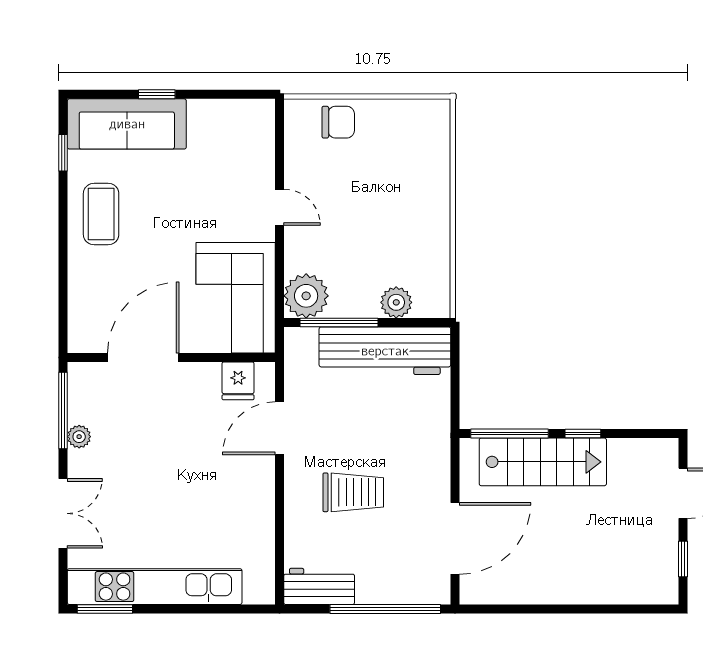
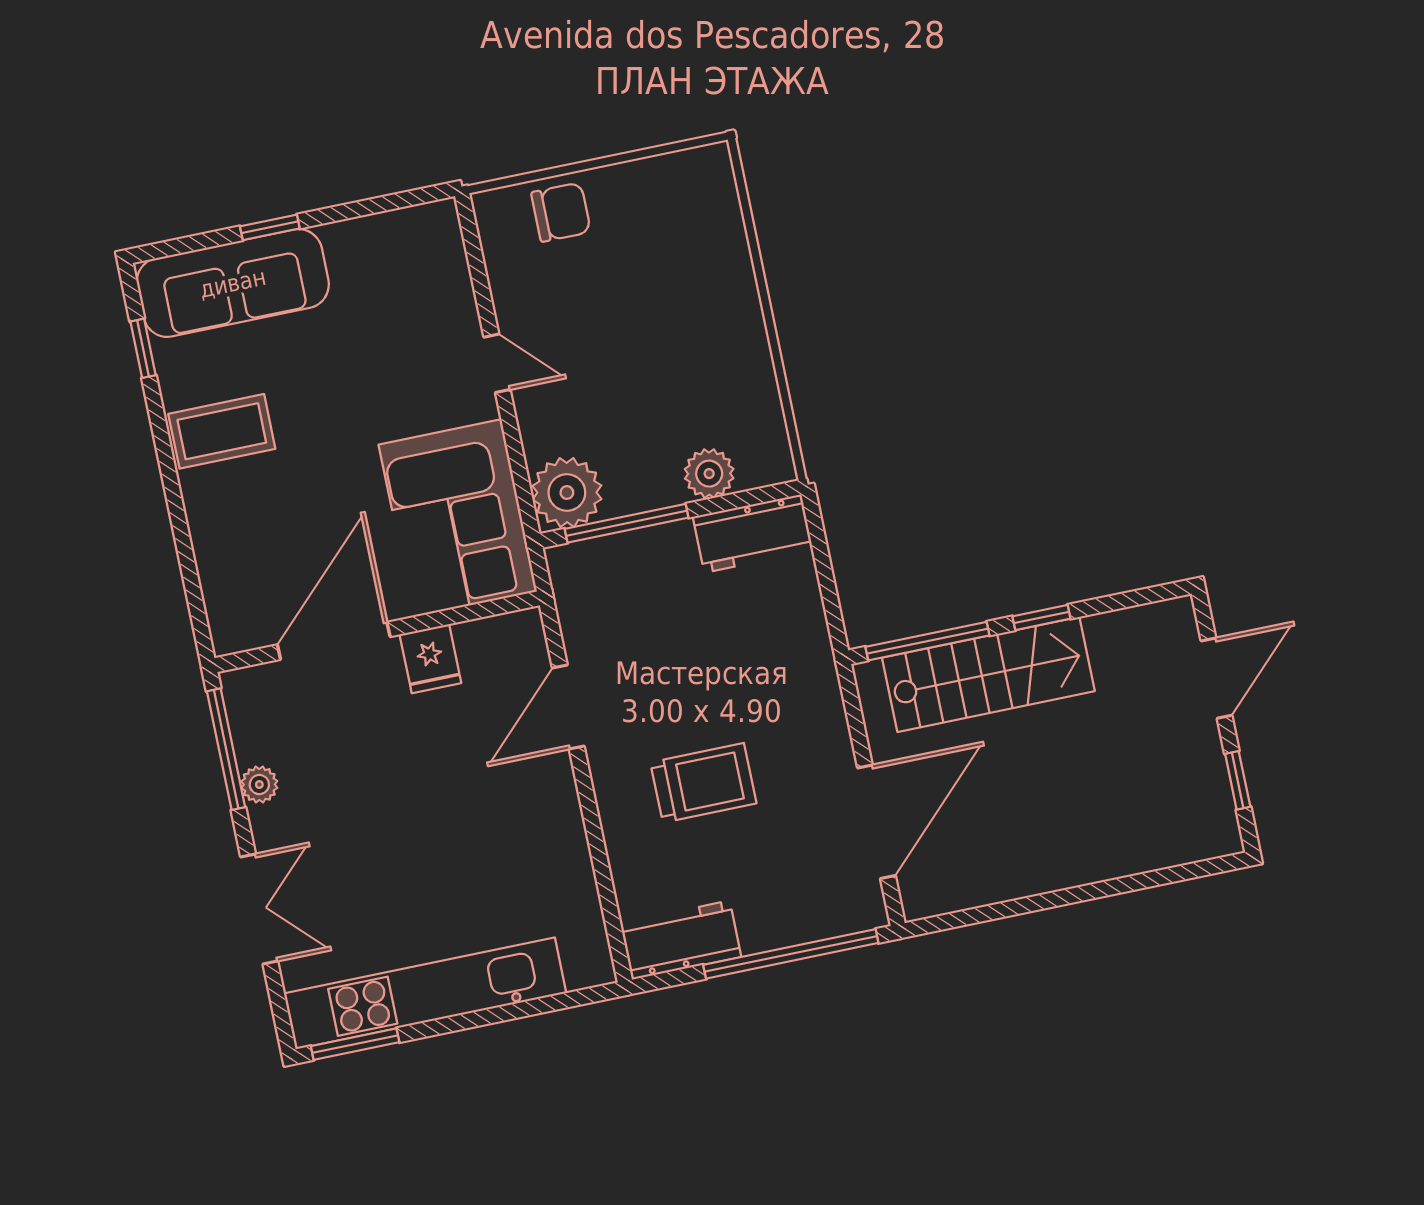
coffee table: (101, 214) -> (222, 431), turned 90
workbench: (385, 351) -> (753, 534), width x0.53, depth x0.76
fridge: (238, 381) -> (430, 659), moved

